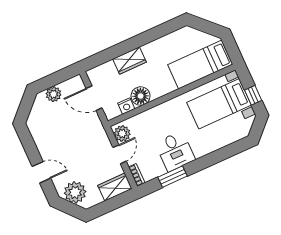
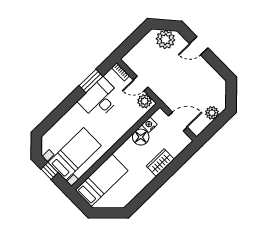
desk: (175, 151) -> (100, 99), width x1.37
door: (120, 154) -> (141, 83), hinge flipped
wardrobe: (115, 187) -> (135, 55), removed

